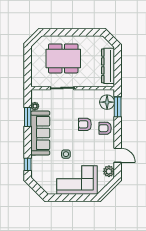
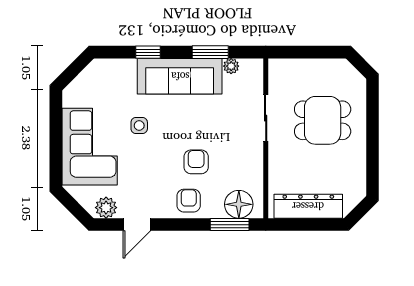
dining table: (63, 58) -> (323, 120), width x0.73
window: (28, 164) -> (148, 52), moved

